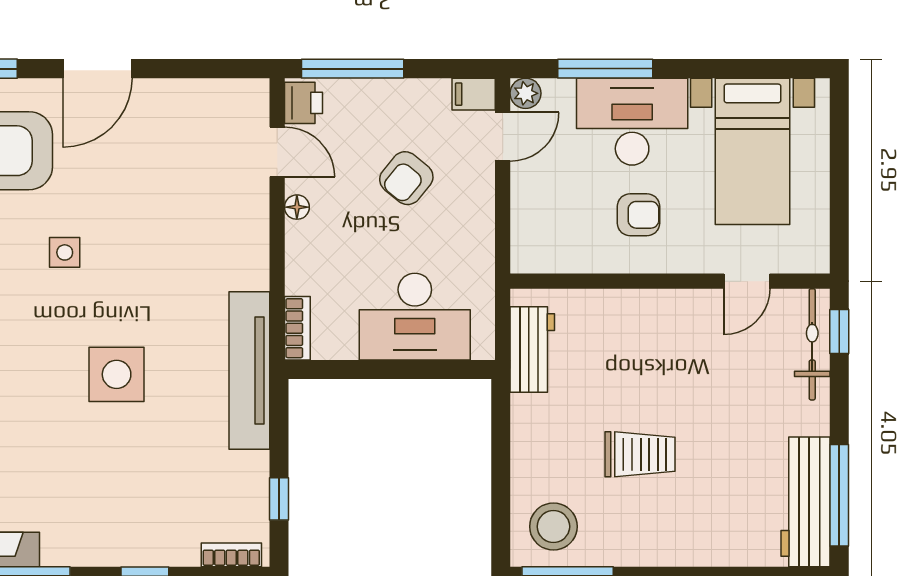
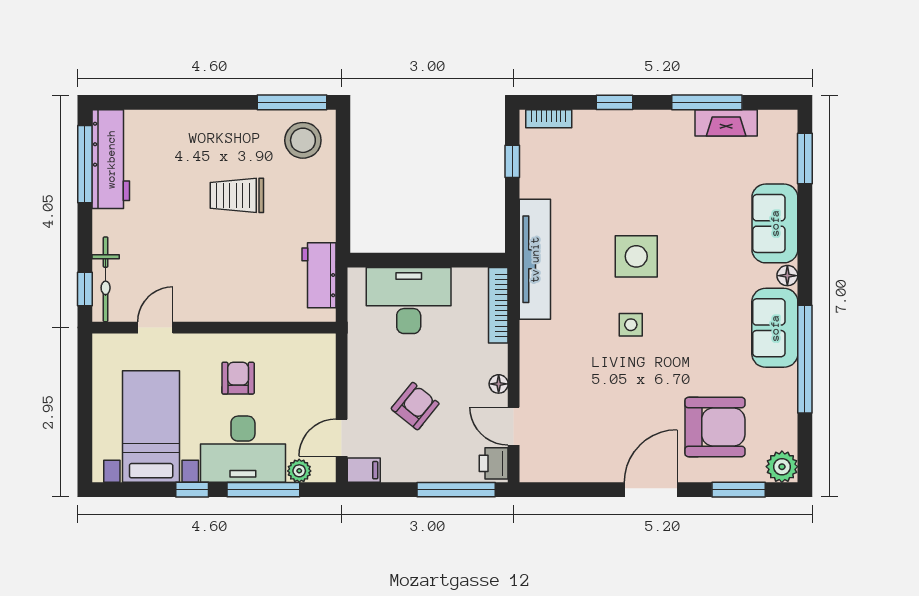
window: (699, 69) -> (192, 490), added
plant: (526, 93) -> (299, 471), moved
armchair: (638, 215) -> (238, 378), turned 90
side table: (65, 252) -> (631, 325), moved
bookcase: (297, 328) -> (498, 305), width x1.56

